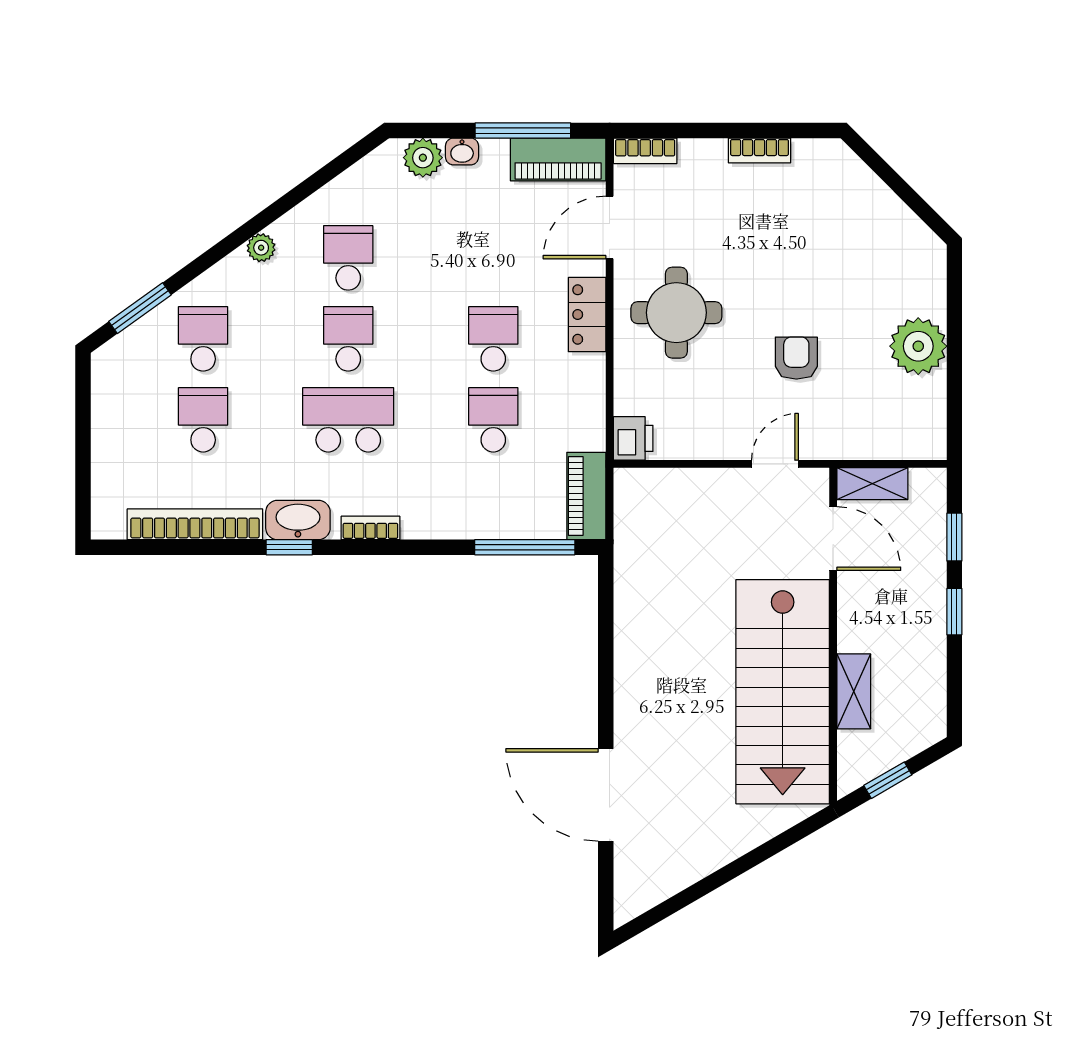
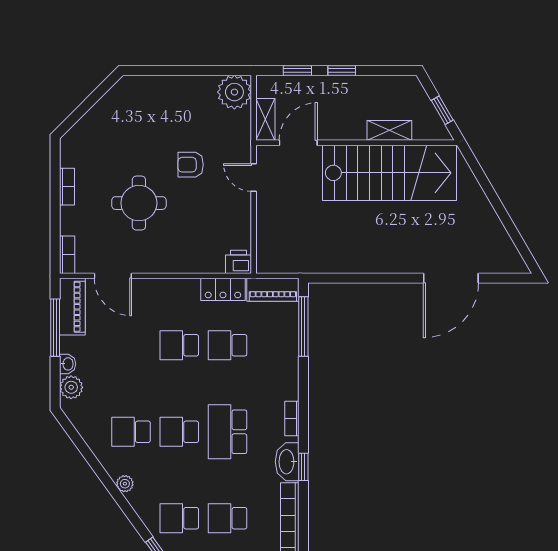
round table: (676, 313) -> (139, 203), moved
locker: (587, 315) -> (223, 289), moved
plant: (918, 346) -> (234, 92), moved

